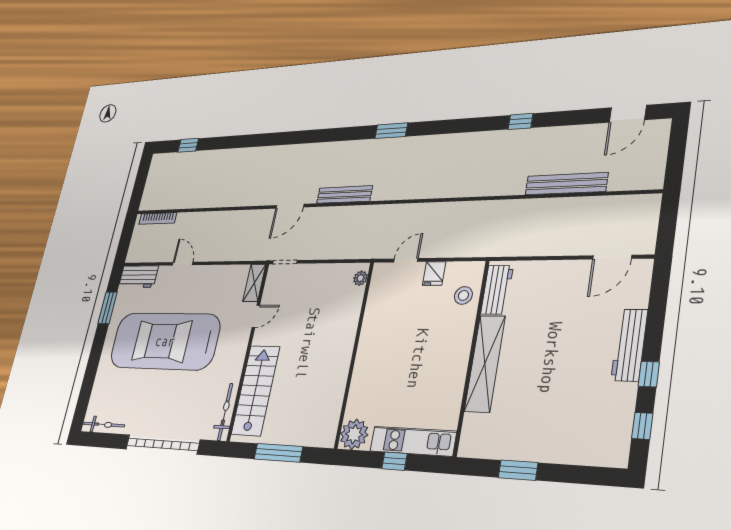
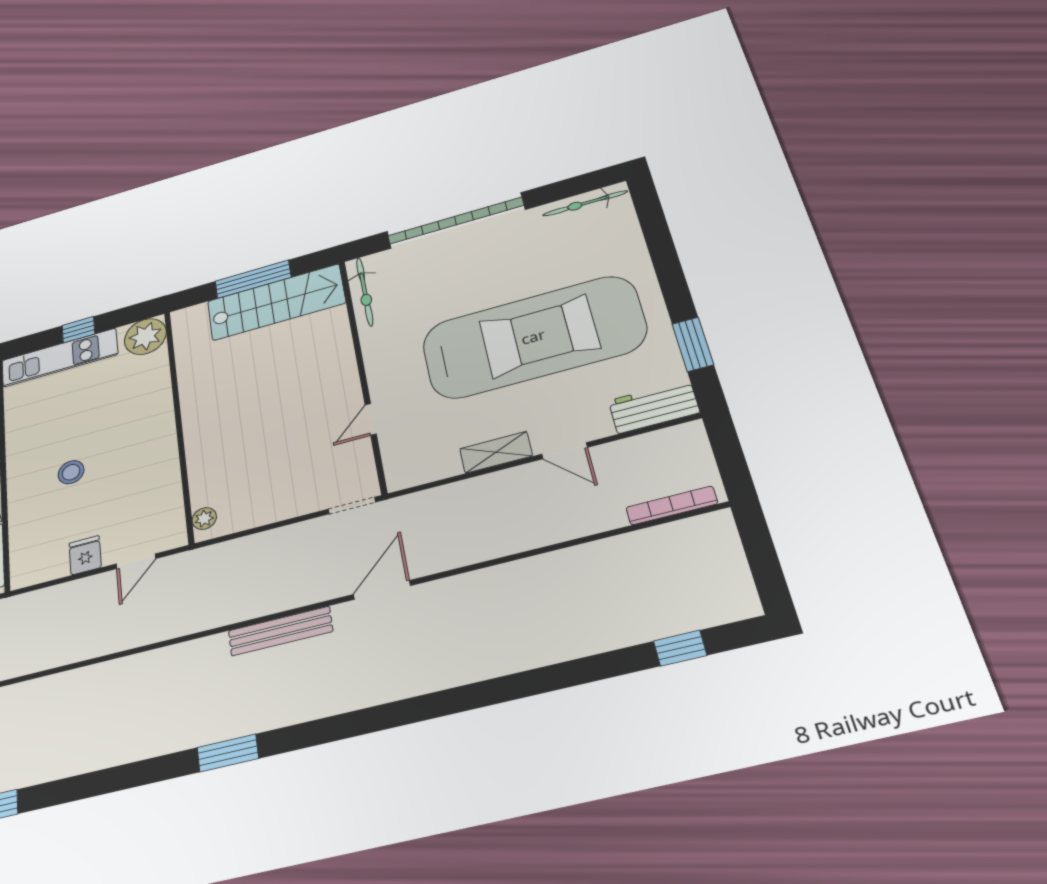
shelving: (254, 283) -> (496, 452), moved, turned 90
stool: (463, 295) -> (71, 472), moved
stairs: (256, 390) -> (276, 302), moved, turned -90

